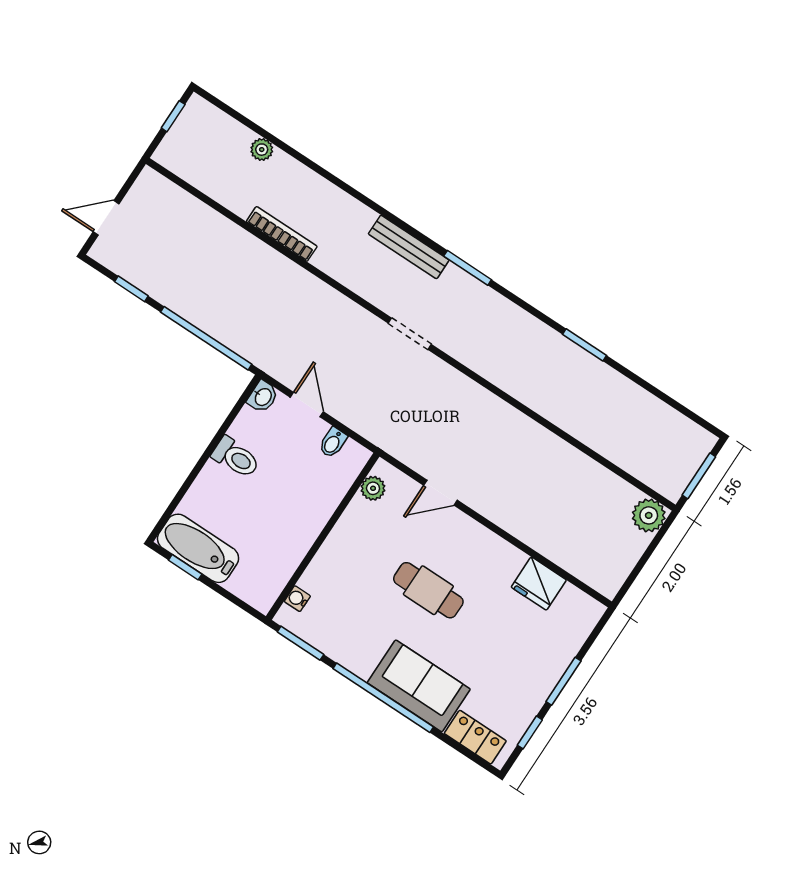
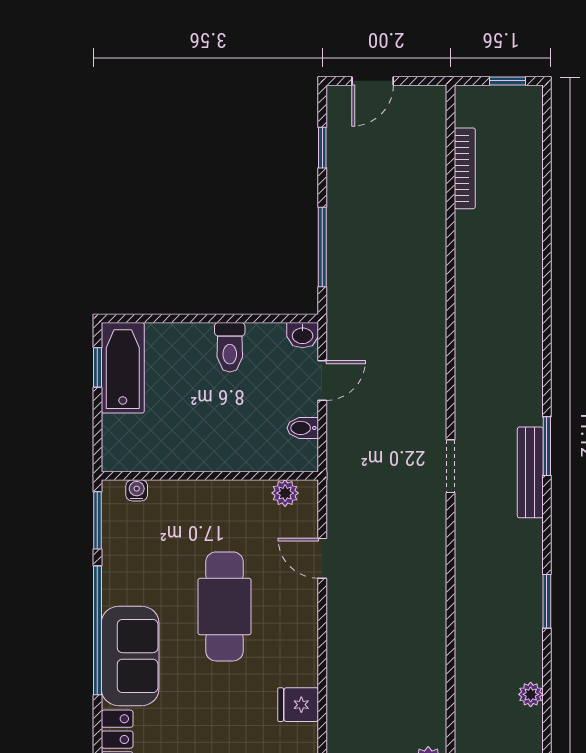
plant: (262, 150) -> (531, 694), moved
door: (106, 218) -> (373, 81), swing flipped
bookcase: (282, 234) -> (465, 168), moved
bench: (409, 247) -> (530, 472), moved
doorway: (410, 334) -> (451, 466), moved
window: (206, 338) -> (322, 247), width x0.68
fridge: (539, 584) -> (298, 705), width x0.72
cafe table: (428, 590) -> (224, 606), width x1.37, depth x1.35

